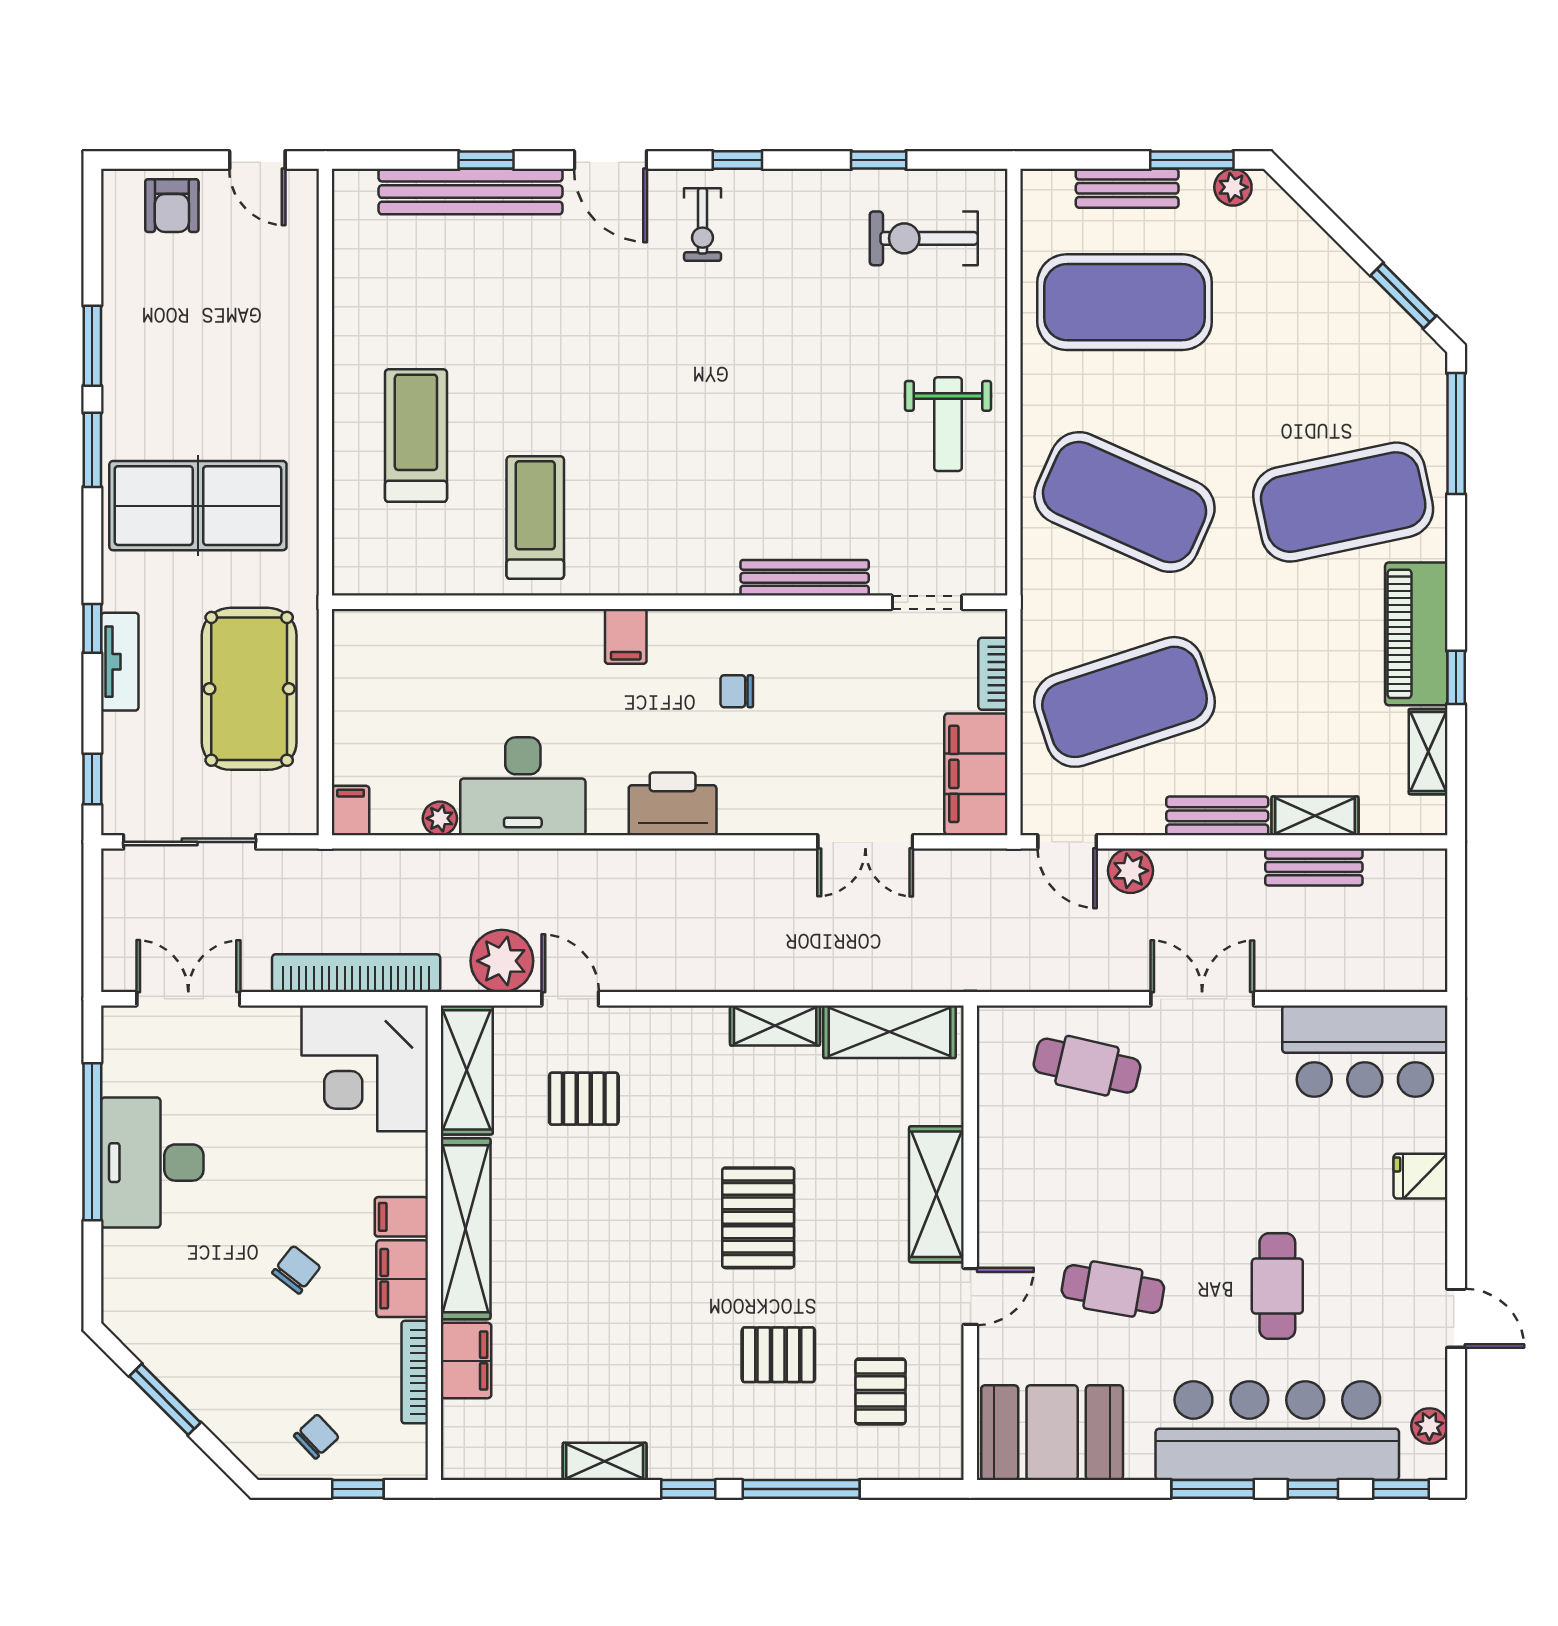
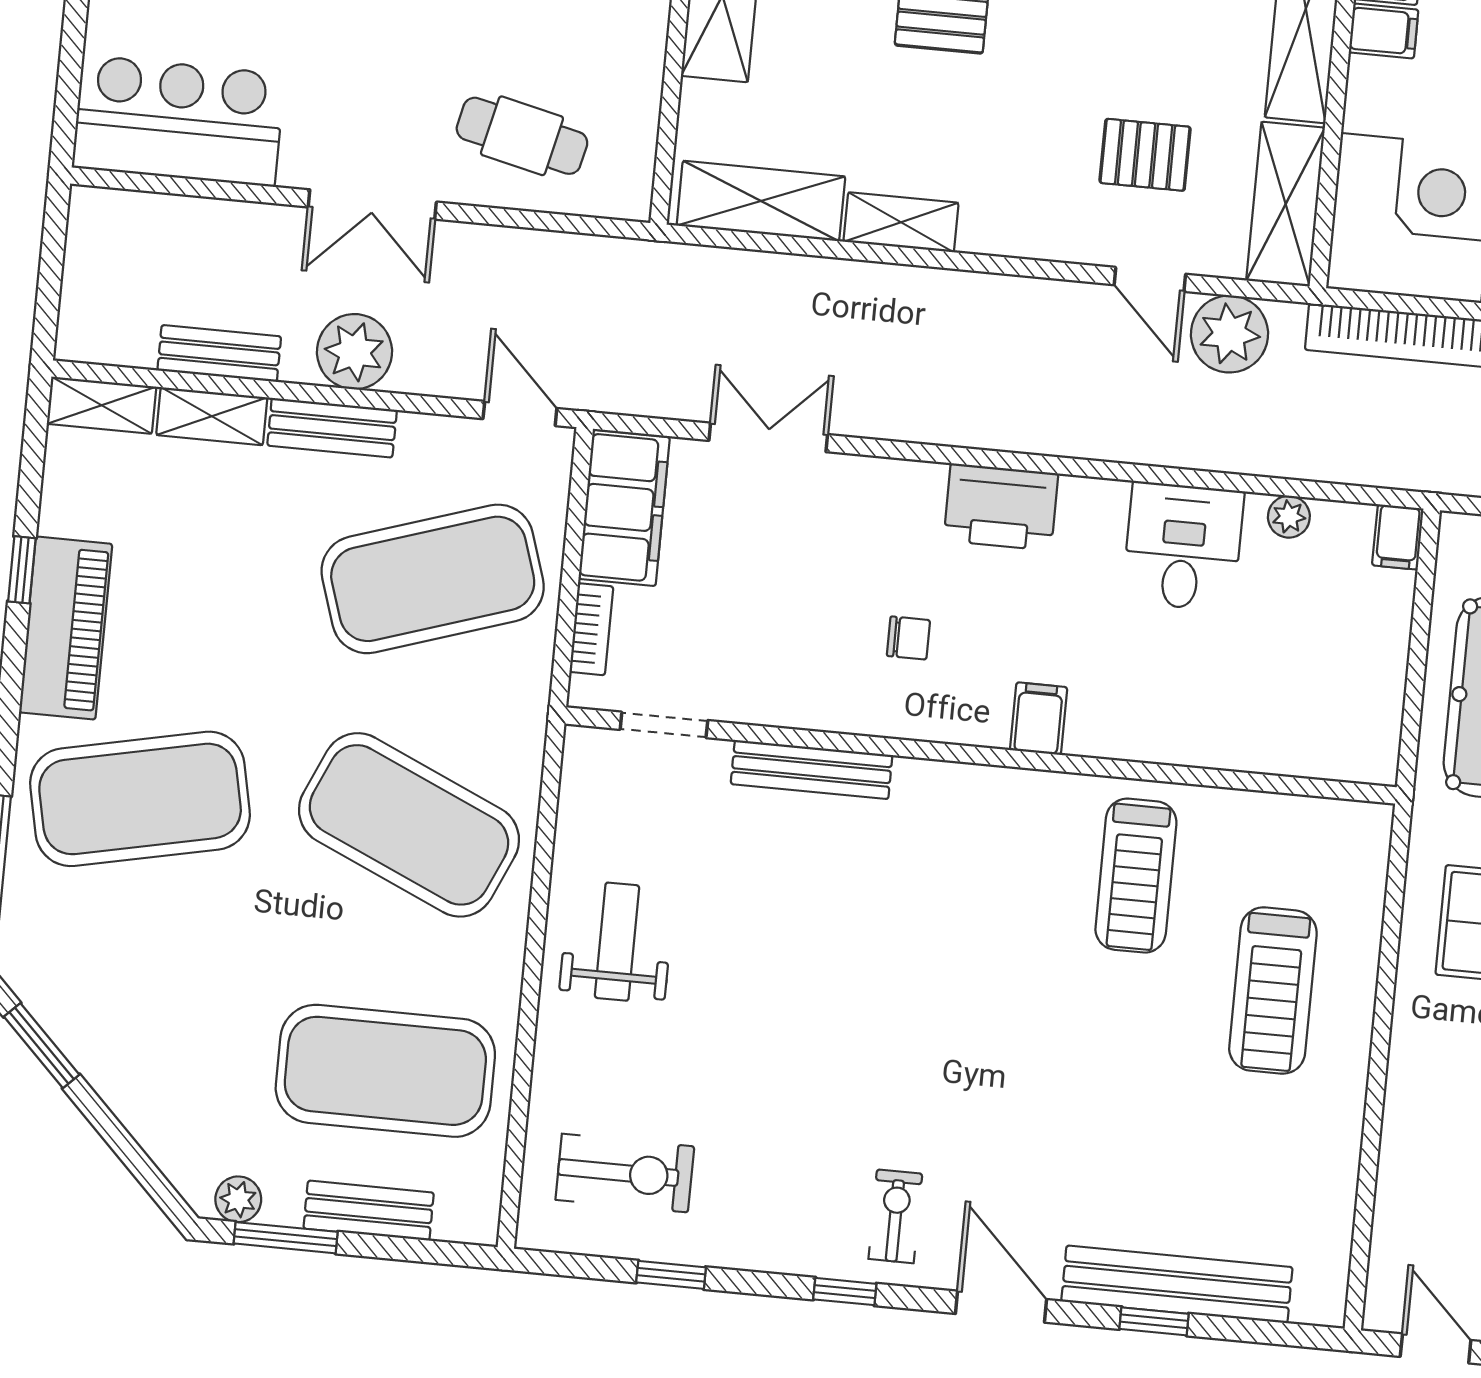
shelving: (1428, 752) -> (102, 405), moved, turned 90
desk: (523, 786) -> (1183, 546), width x0.73
plant: (1131, 871) -> (354, 352), moved, width x1.36, depth x1.36

